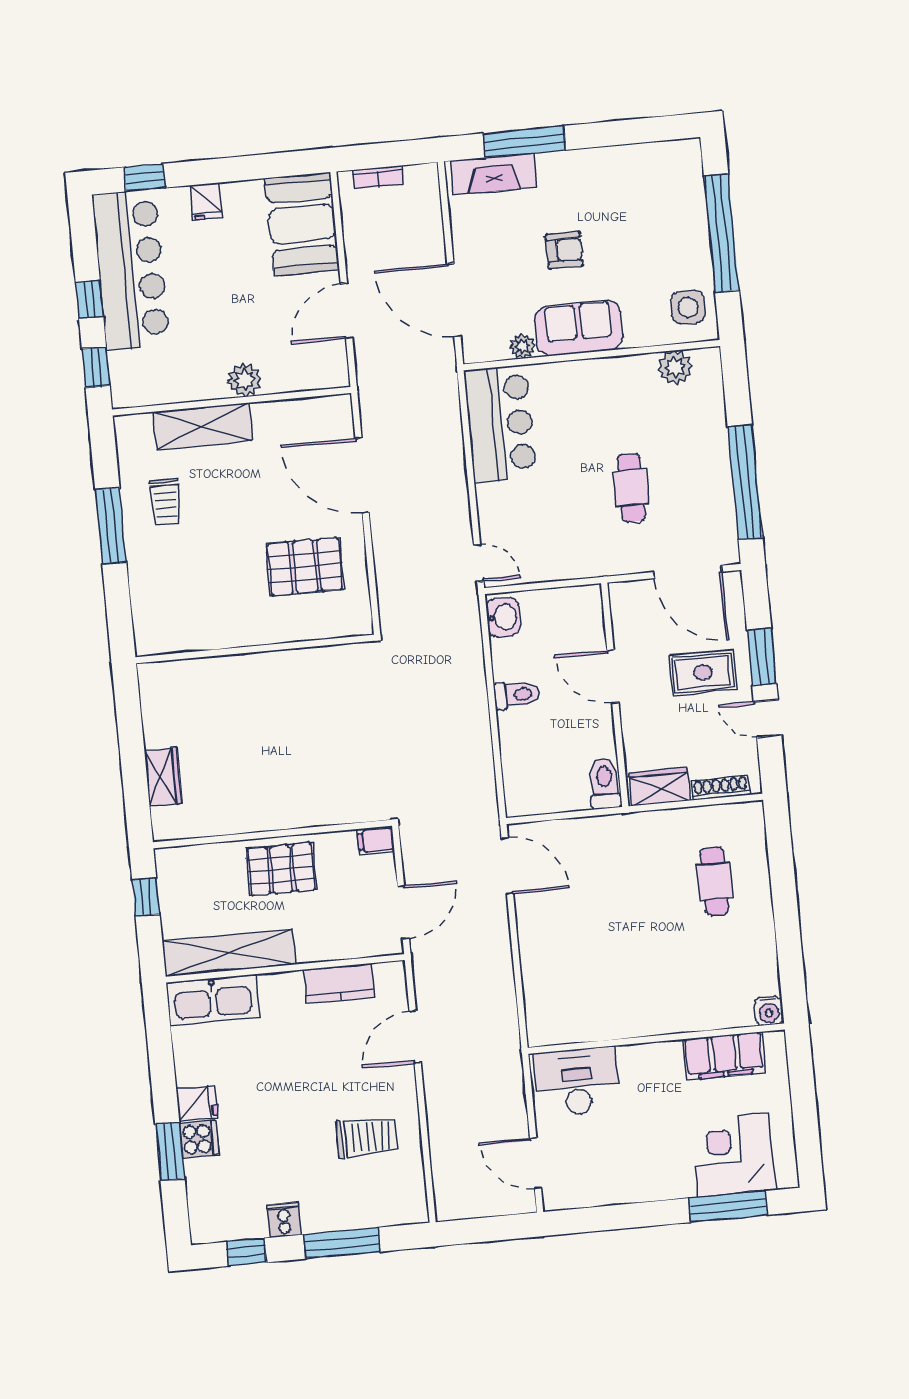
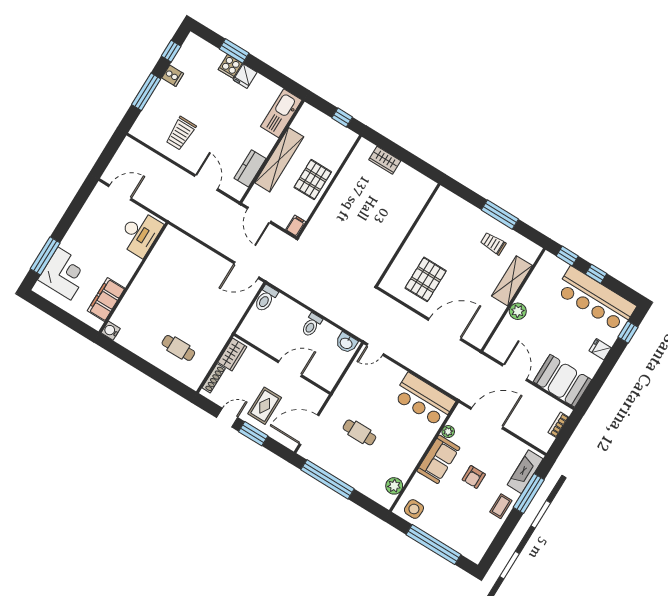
coffee table: (578, 171) -> (501, 506), added
toilet: (605, 783) -> (266, 299), moved, turned 90
shelving: (229, 953) -> (279, 160), moved

